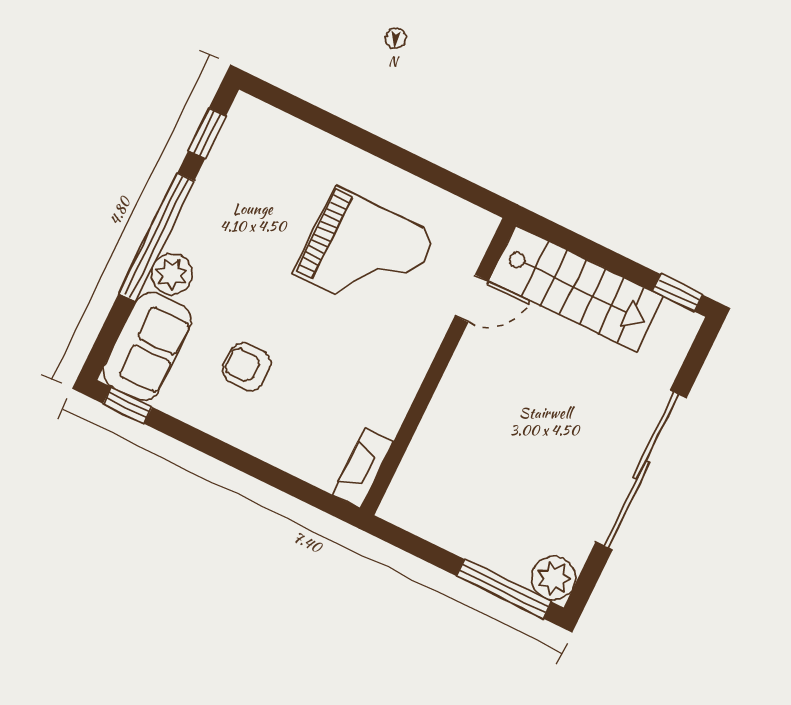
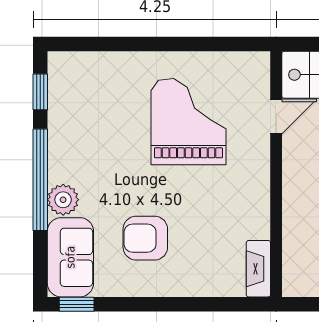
grand piano: (365, 254) -> (189, 122), turned -90
armchair: (247, 367) -> (145, 238), width x1.38, depth x1.38

